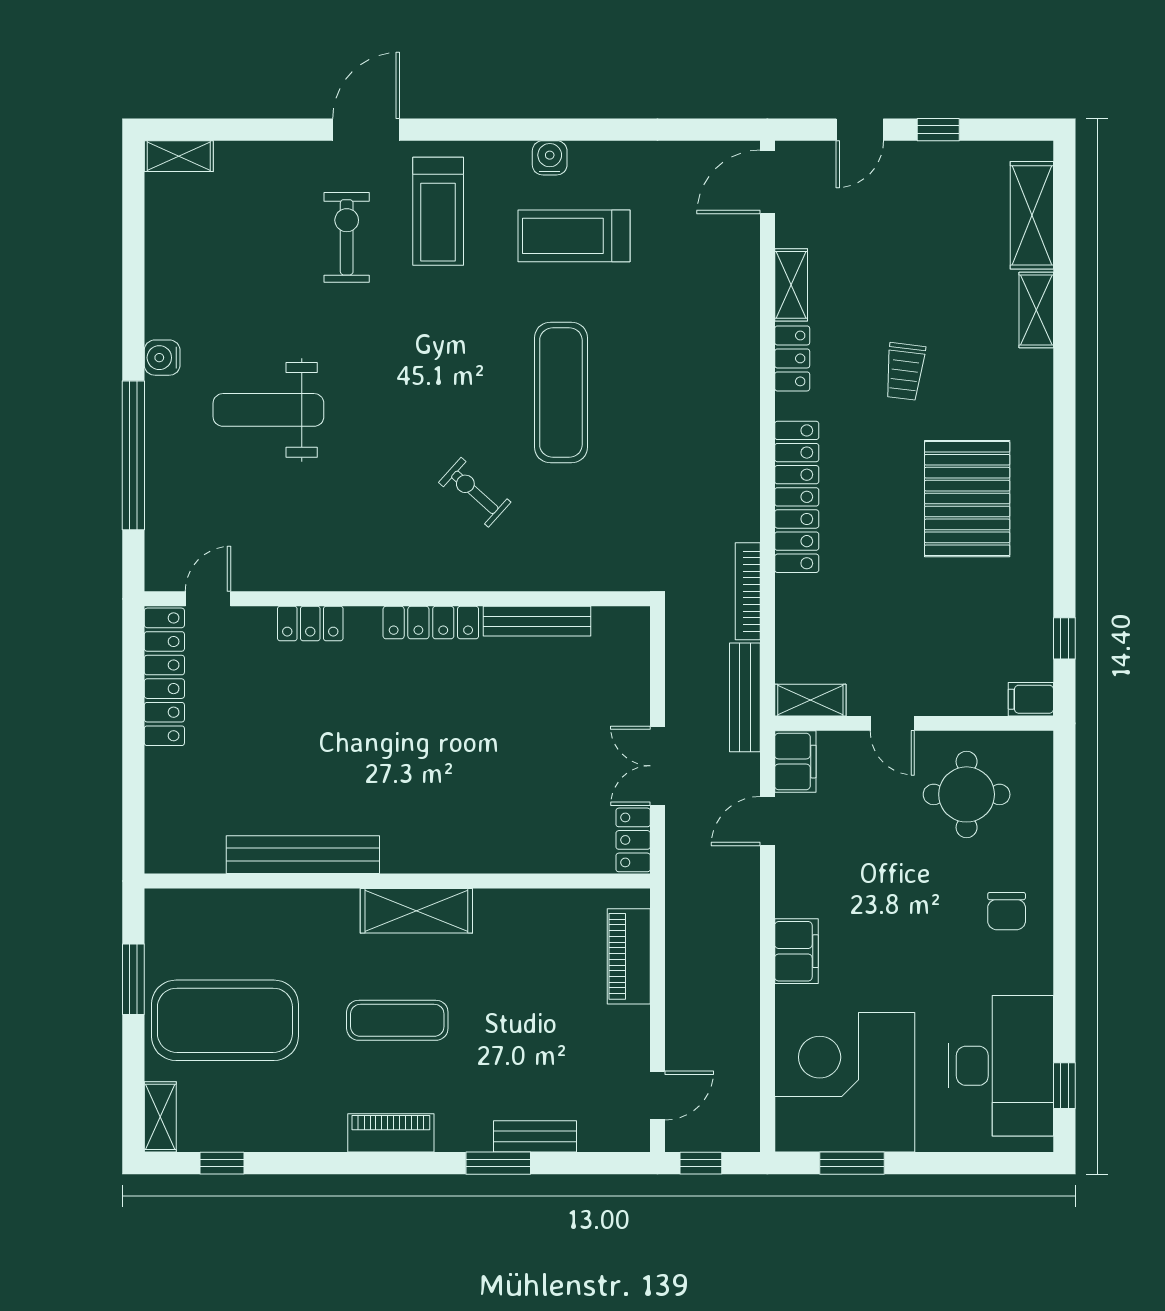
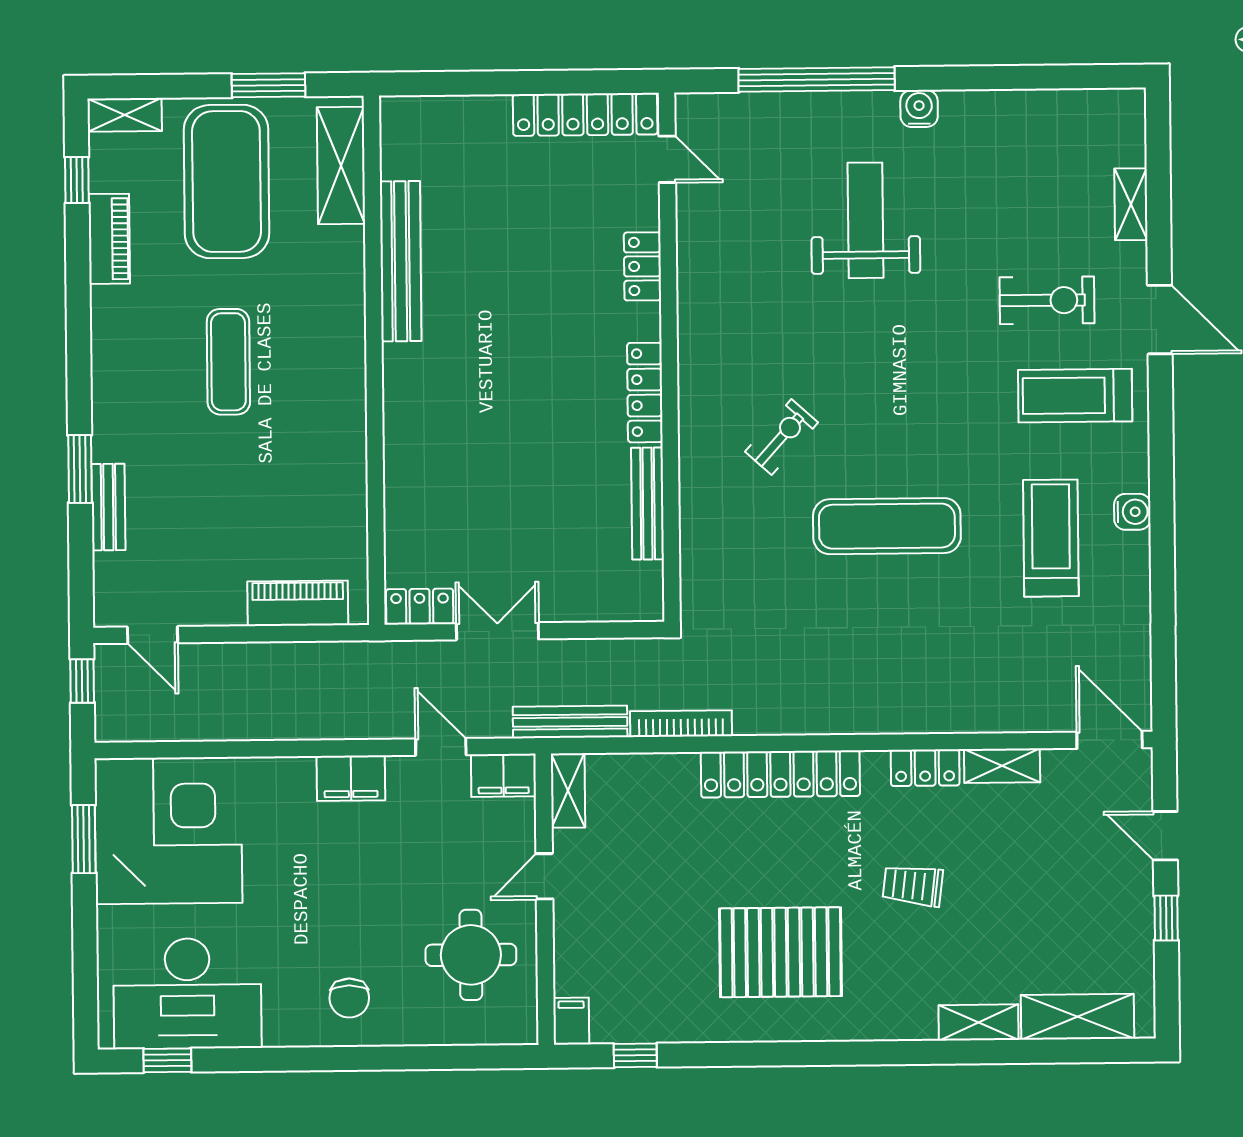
shelving: (179, 156) -> (1131, 204), moved
shelving: (416, 911) -> (341, 165), moved
chair: (1007, 911) -> (349, 998), turned -90
filing cabinet: (796, 951) -> (351, 778), moved
piano: (391, 1133) -> (109, 239), moved

